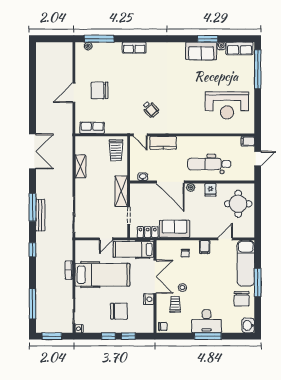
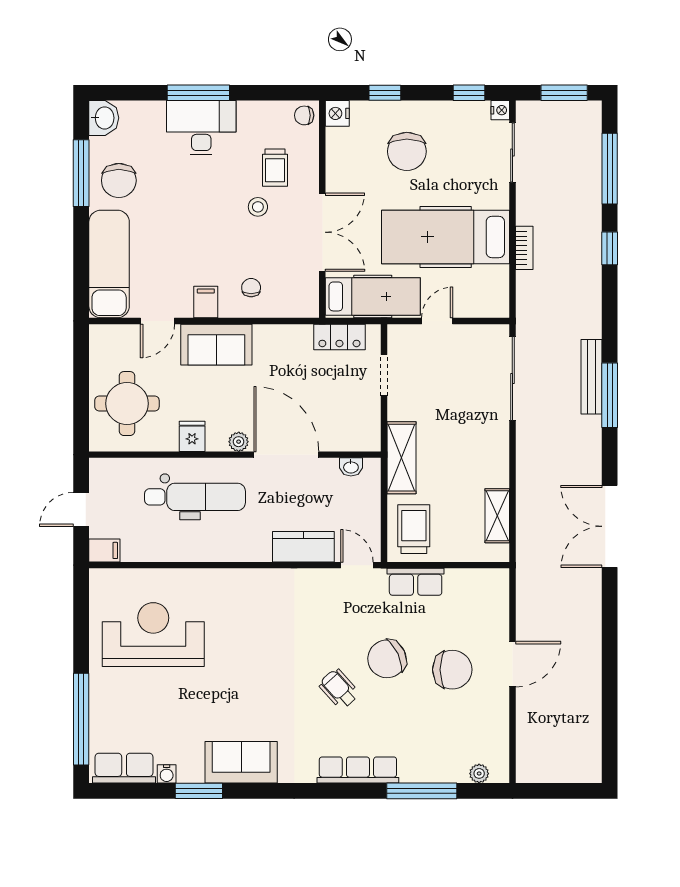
window: (99, 39) -> (422, 791), moved
row of seats: (134, 48) -> (358, 770), width x1.48
sofa: (201, 51) -> (241, 762), moved
chair: (127, 95) -> (387, 659), added
wheelchair: (151, 109) -> (339, 689), moved
row of seats: (92, 128) -> (416, 582), moved
shelving: (80, 167) -> (497, 516), moved
shelving: (121, 191) -> (402, 458), moved
sofa: (175, 229) -> (216, 345), moved
window: (33, 250) -> (610, 248), moved
double door: (155, 277) -> (322, 232), swing flipped
window: (258, 283) -> (81, 173), moved
nightstand: (149, 299) -> (337, 113), moved
chair: (242, 299) -> (119, 180), turned 180
chair: (119, 311) -> (407, 151), turned -90
window: (108, 336) -> (469, 93), moved

